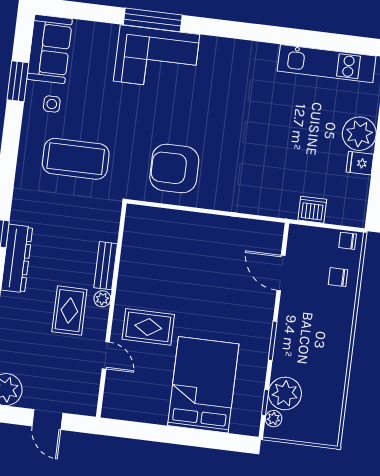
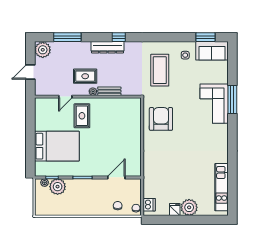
window: (18, 81) -> (205, 37), moved
dishwasher: (312, 210) -> (149, 205), moved

